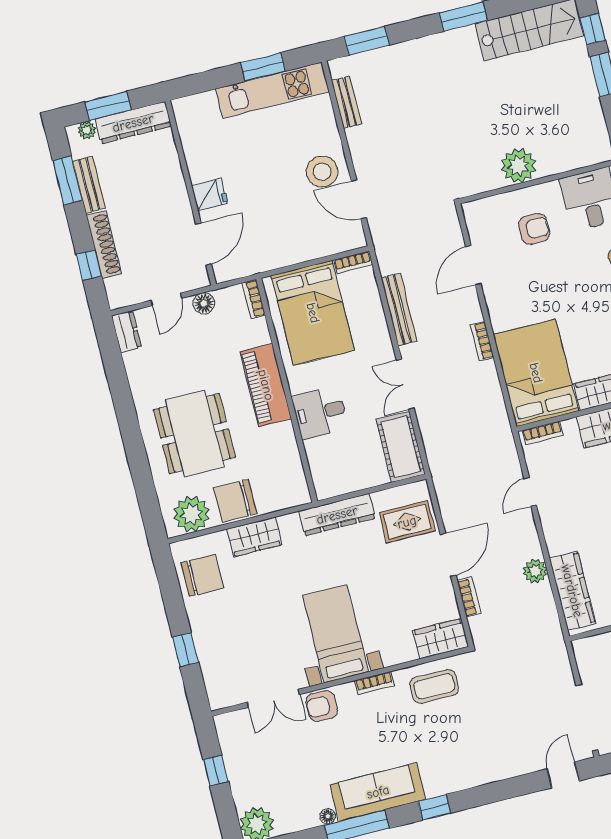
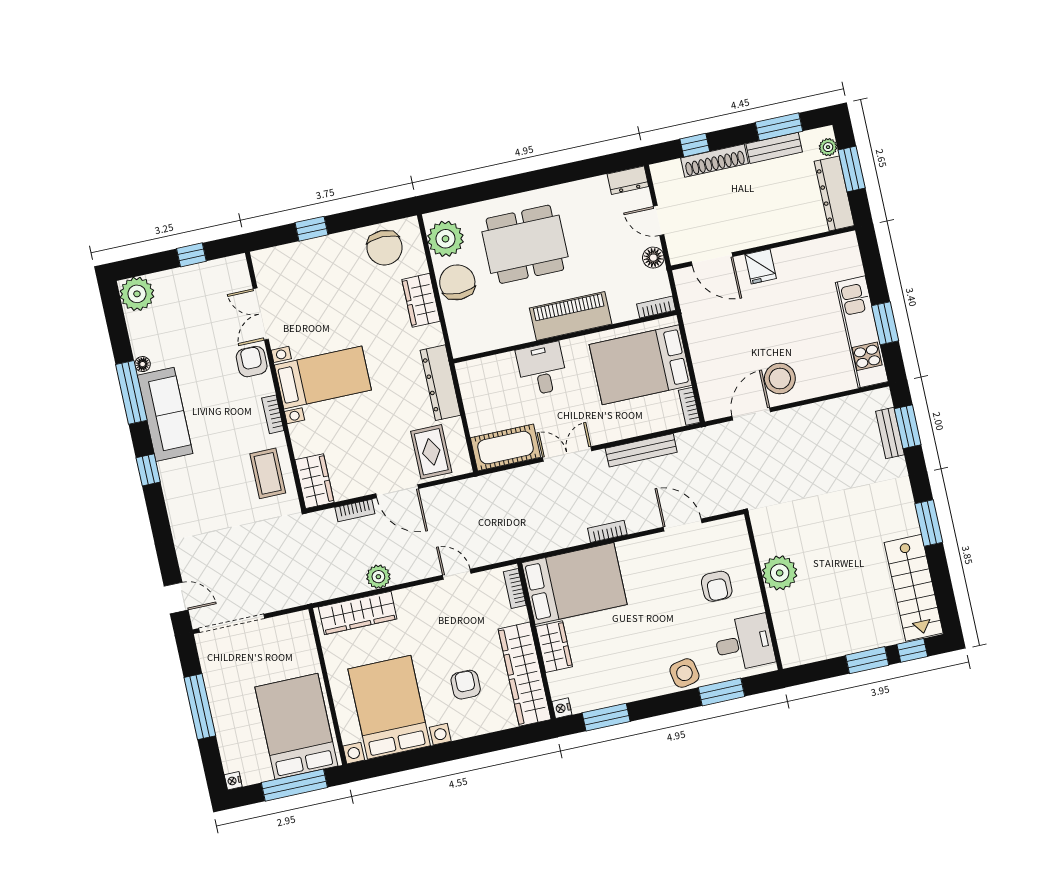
bench: (347, 102) -> (890, 433), moved, turned 90

